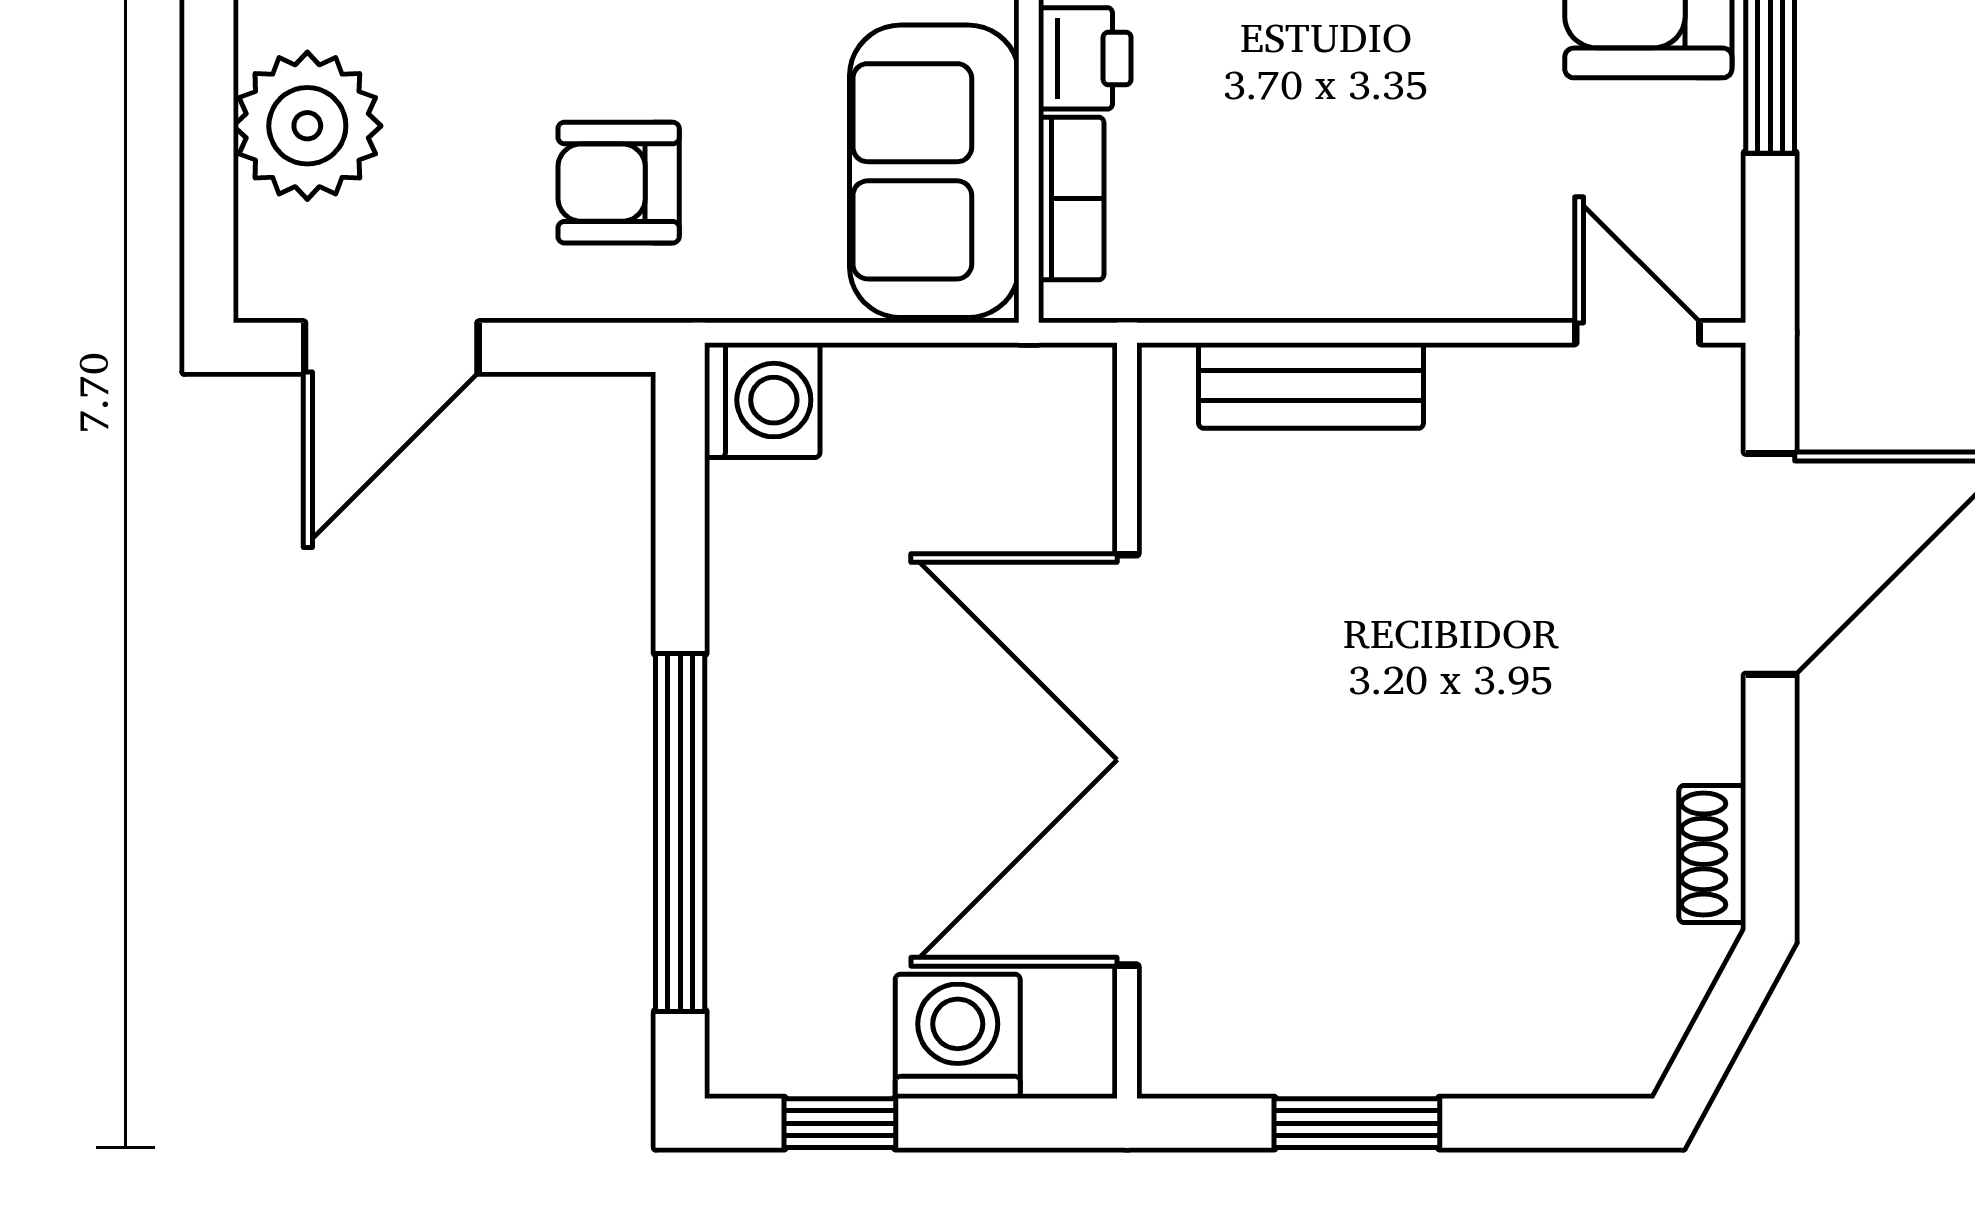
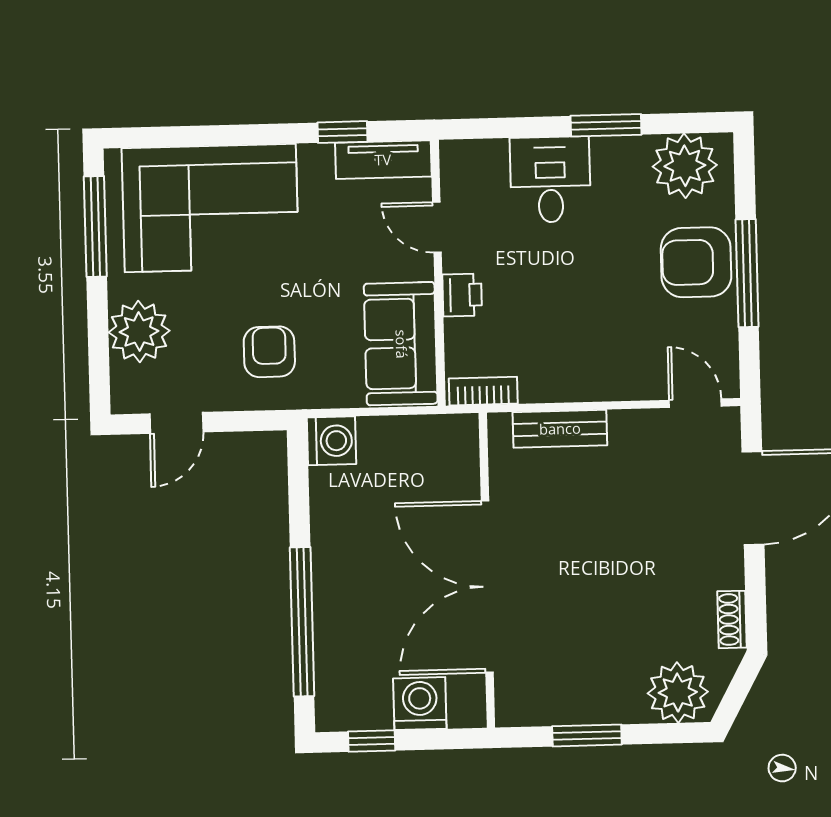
armchair: (619, 183) -> (269, 352), turned 90
bookcase: (1071, 199) -> (483, 391), moved, turned -90
door: (391, 347) -> (176, 423), width x0.73
plant: (1577, 1026) -> (678, 692), added

